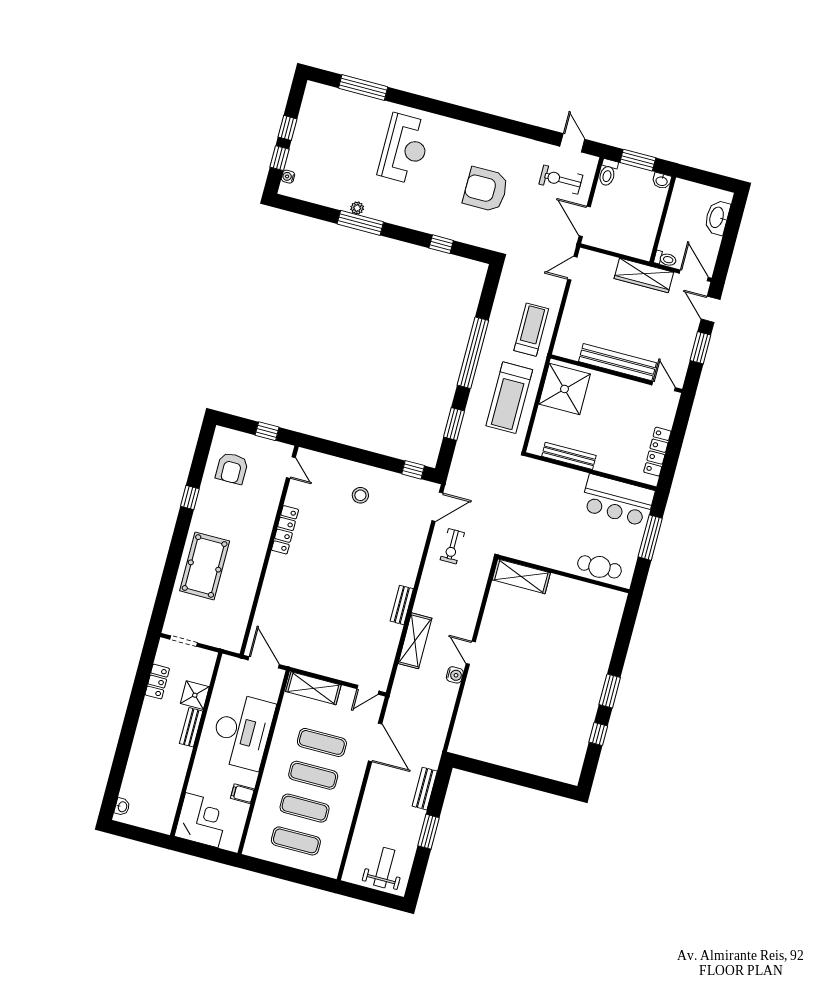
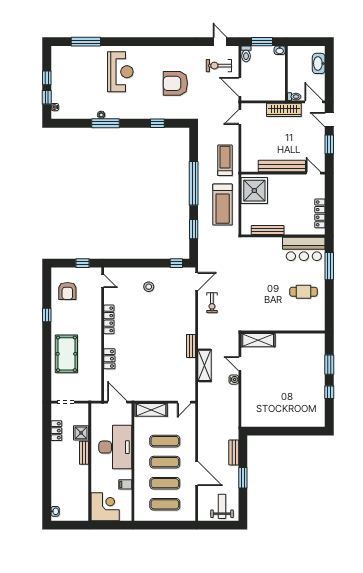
wall: (564, 574) -> (283, 332), moved
shelving: (521, 576) -> (258, 340), moved
locker: (269, 591) -> (109, 359), added
door: (375, 742) -> (197, 473), moved

